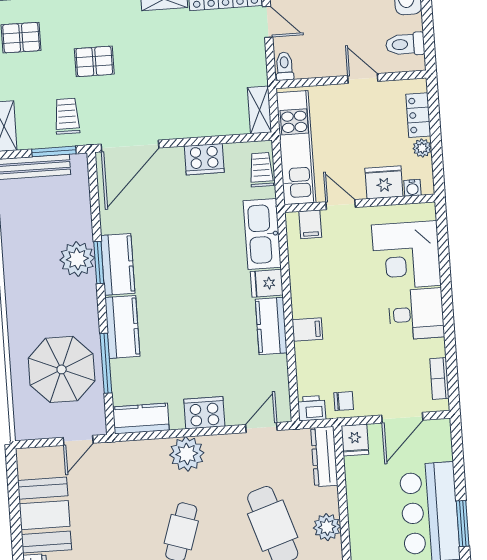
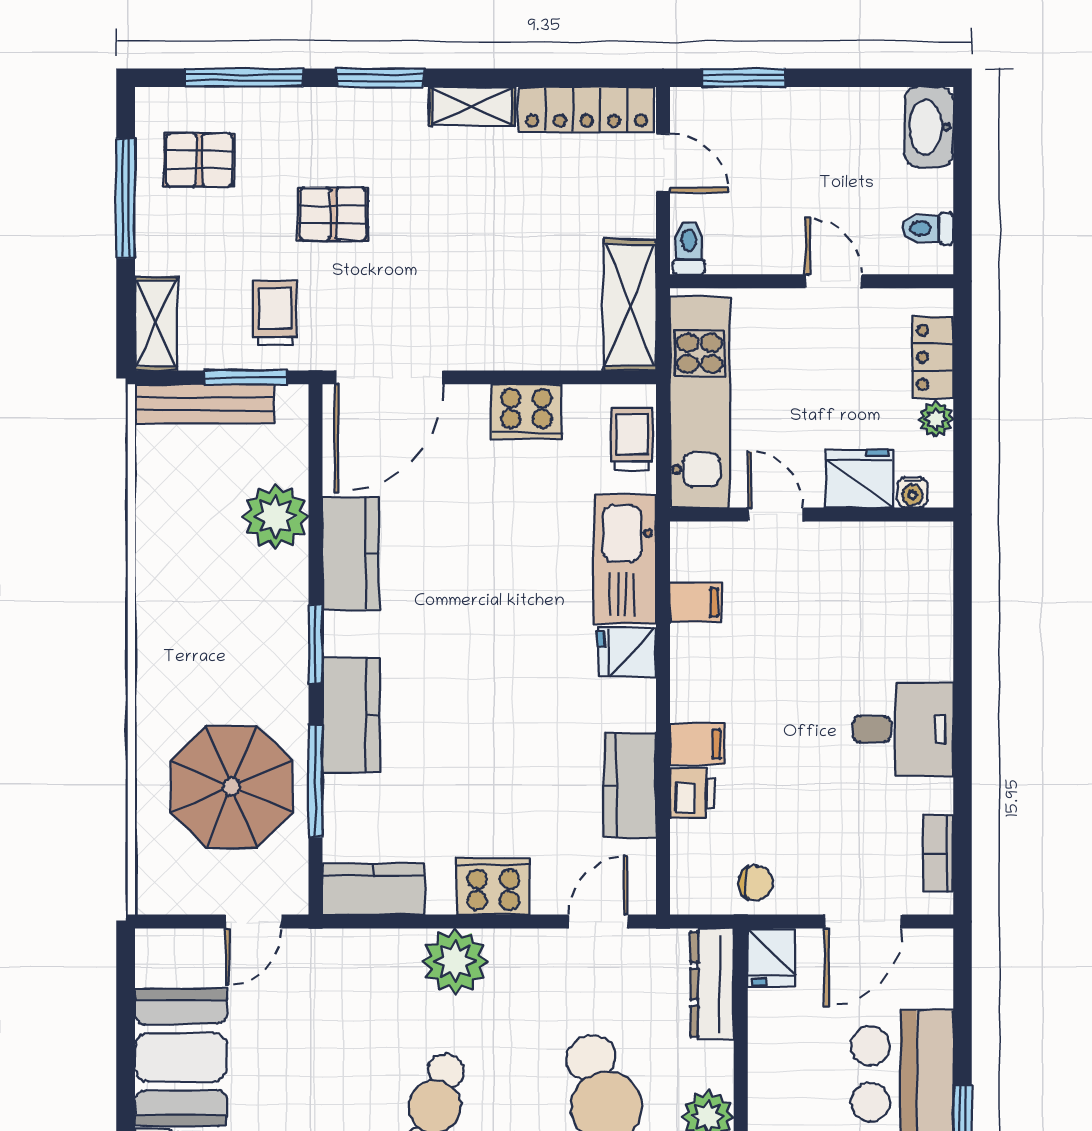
toilet: (405, 44) -> (928, 229), width x0.73, depth x0.72
shelving: (260, 110) -> (630, 305), width x1.50, depth x1.33
filing cabinet: (310, 224) -> (696, 603), moved, turned -90
corner desk: (406, 255) -> (892, 618), removed
plant: (77, 259) -> (276, 517), moved
window: (99, 263) -> (315, 644), moved
kitchen counter: (118, 264) -> (351, 553), moved
kitchen counter: (271, 326) -> (630, 785), moved
printer: (312, 408) -> (693, 793), moved, turned 90

